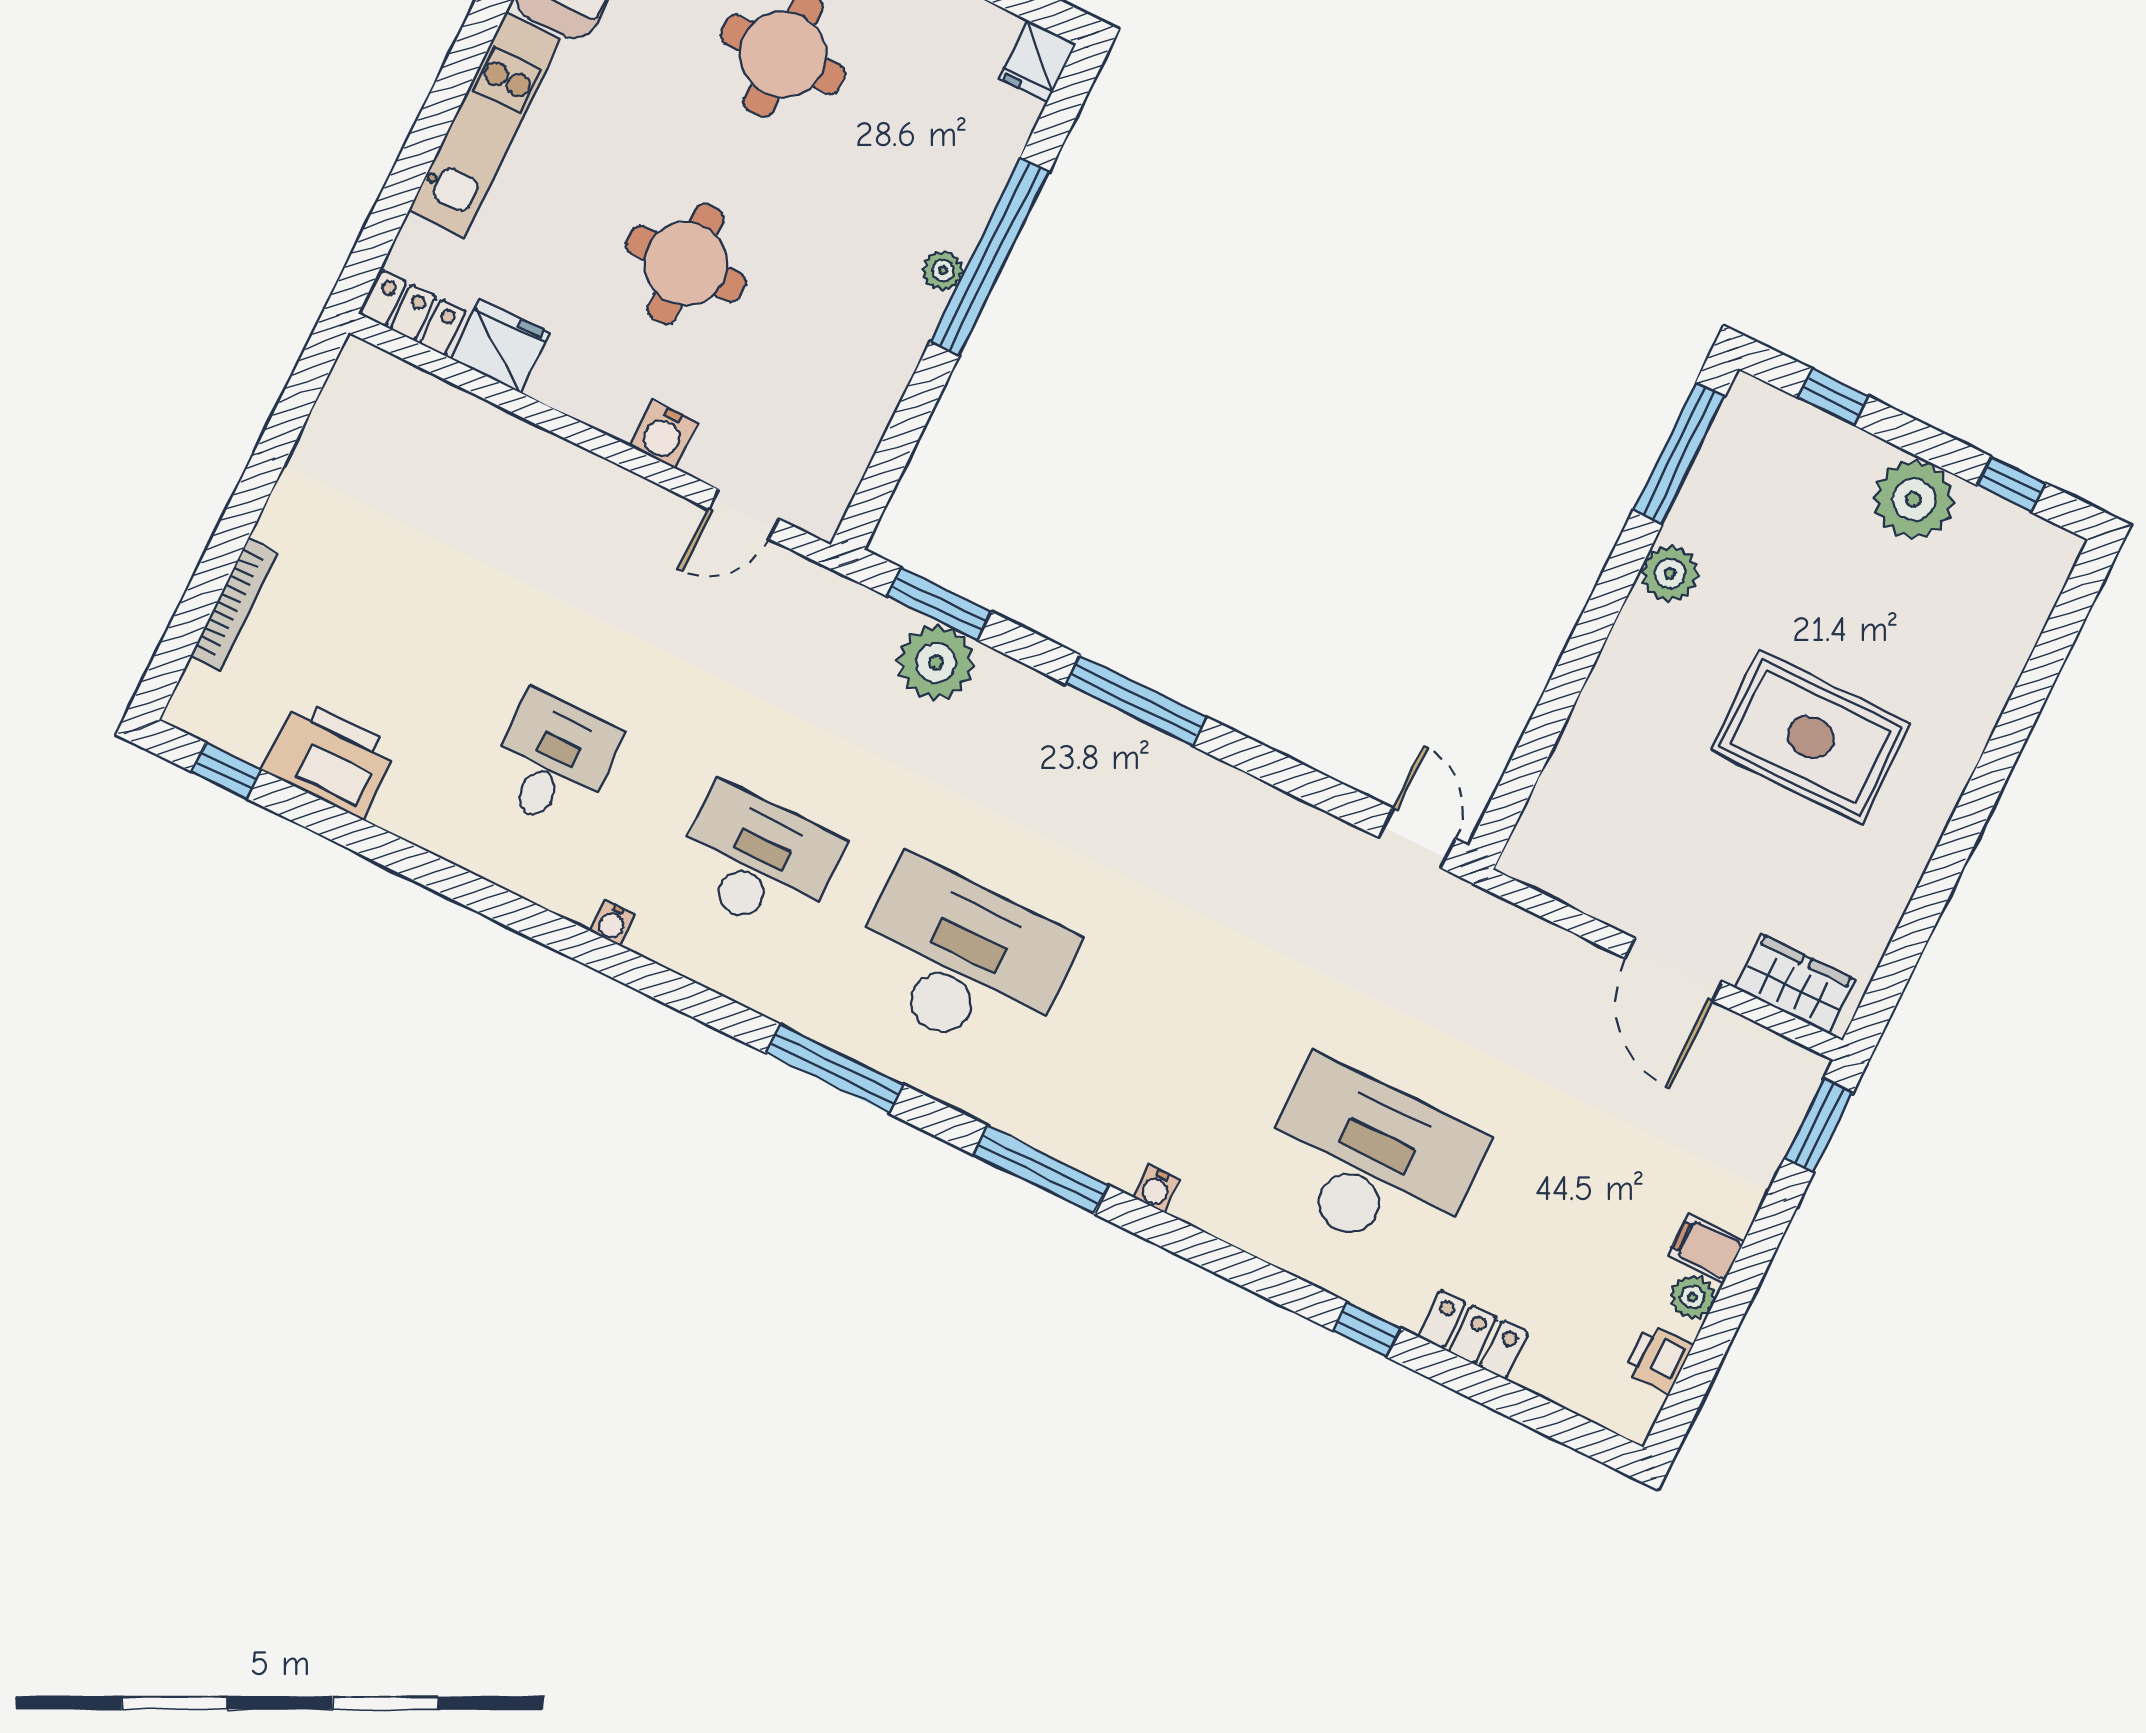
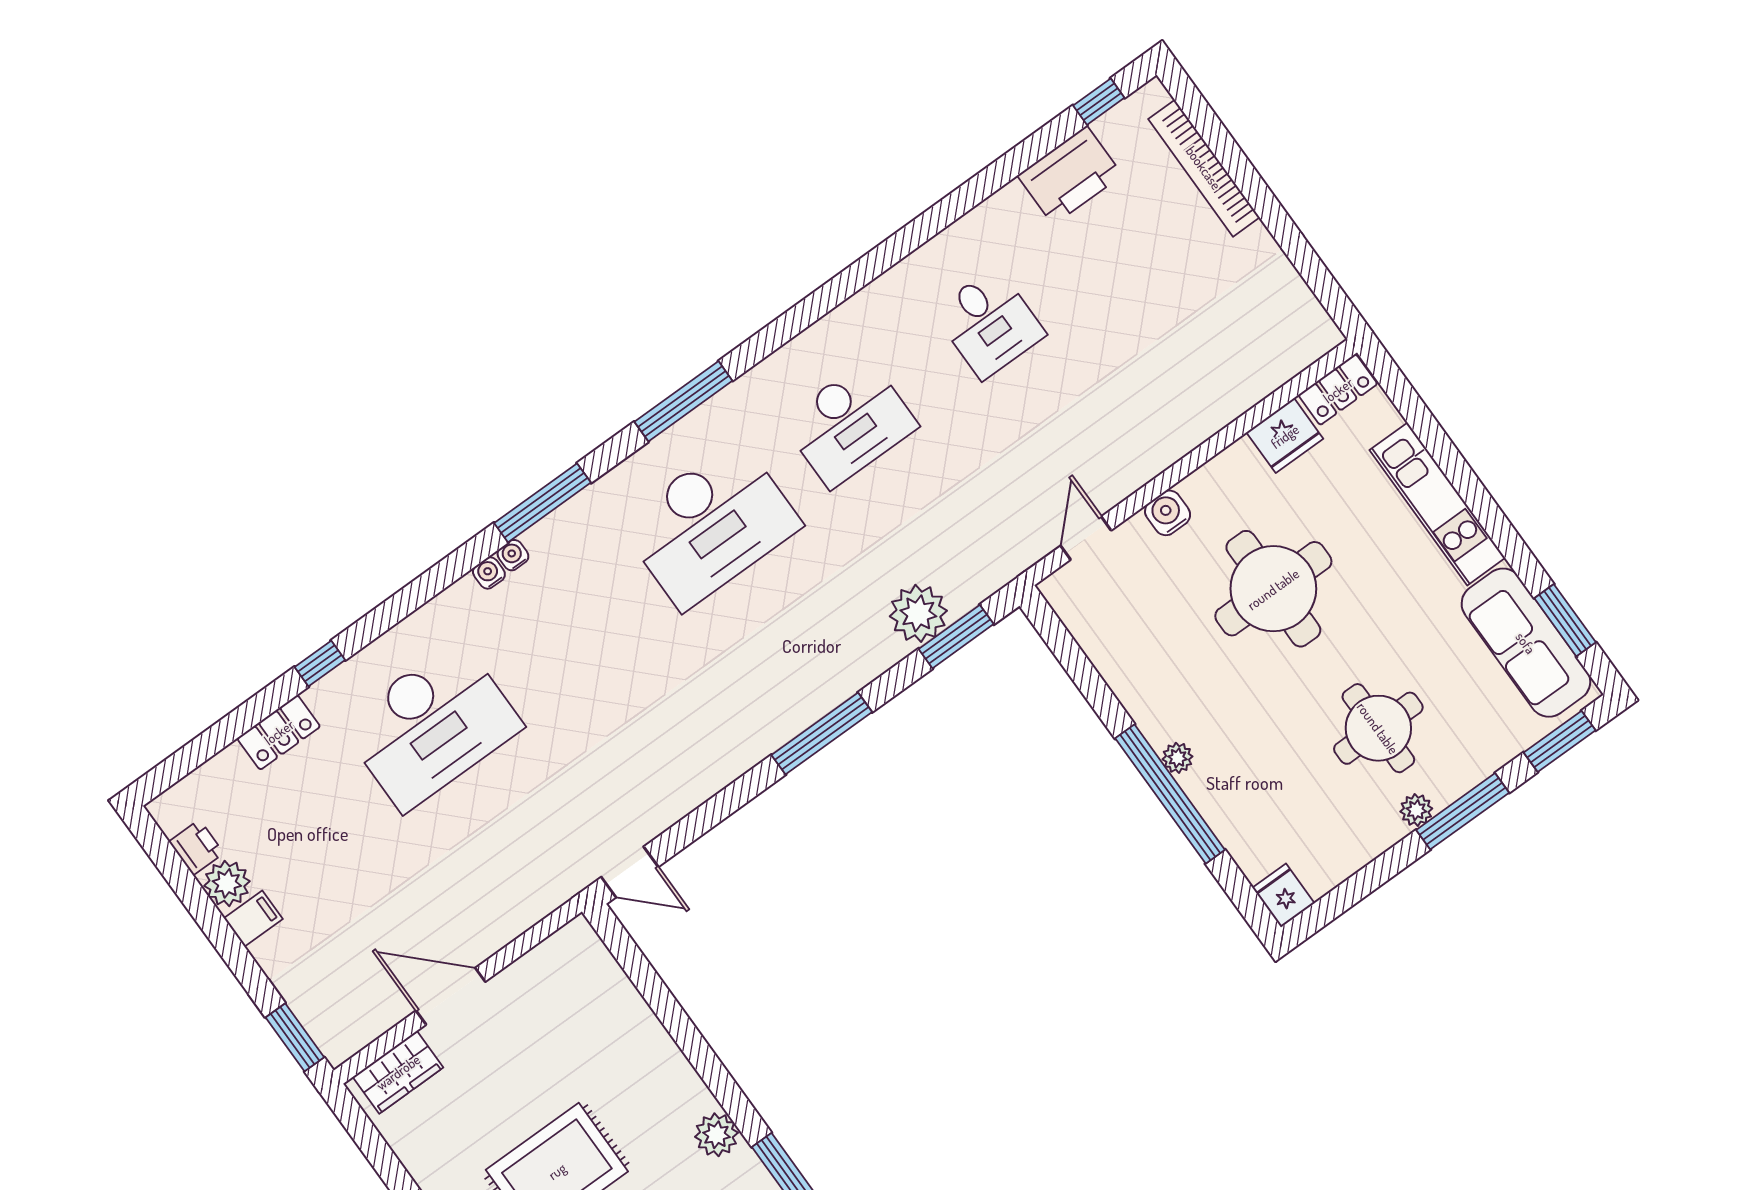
round table: (686, 264) -> (1273, 589), width x1.36, depth x1.36
bookcase: (234, 604) -> (1204, 168), width x1.48, depth x1.31
water cooler: (613, 923) -> (513, 555), moved
plant: (1693, 1297) -> (227, 883), width x1.38, depth x1.38

